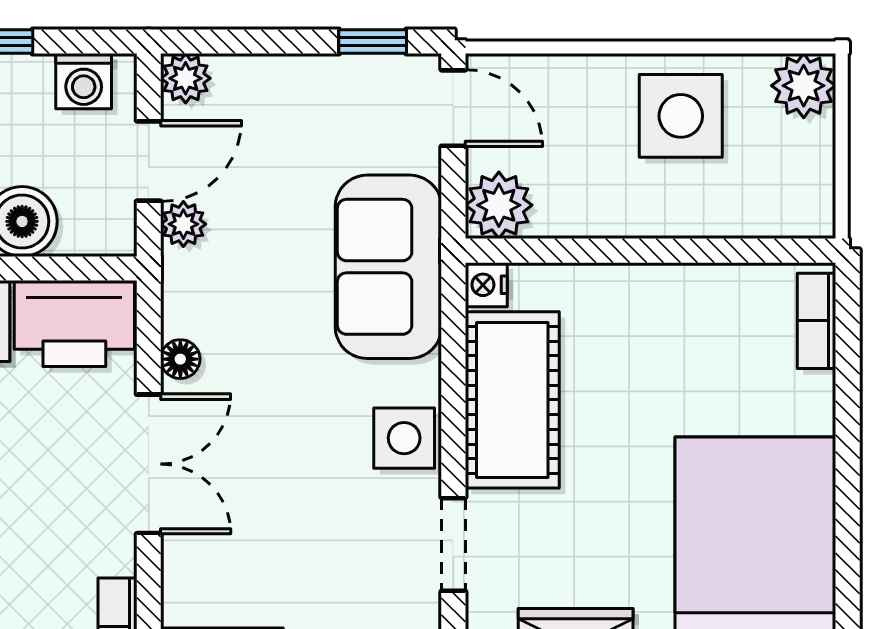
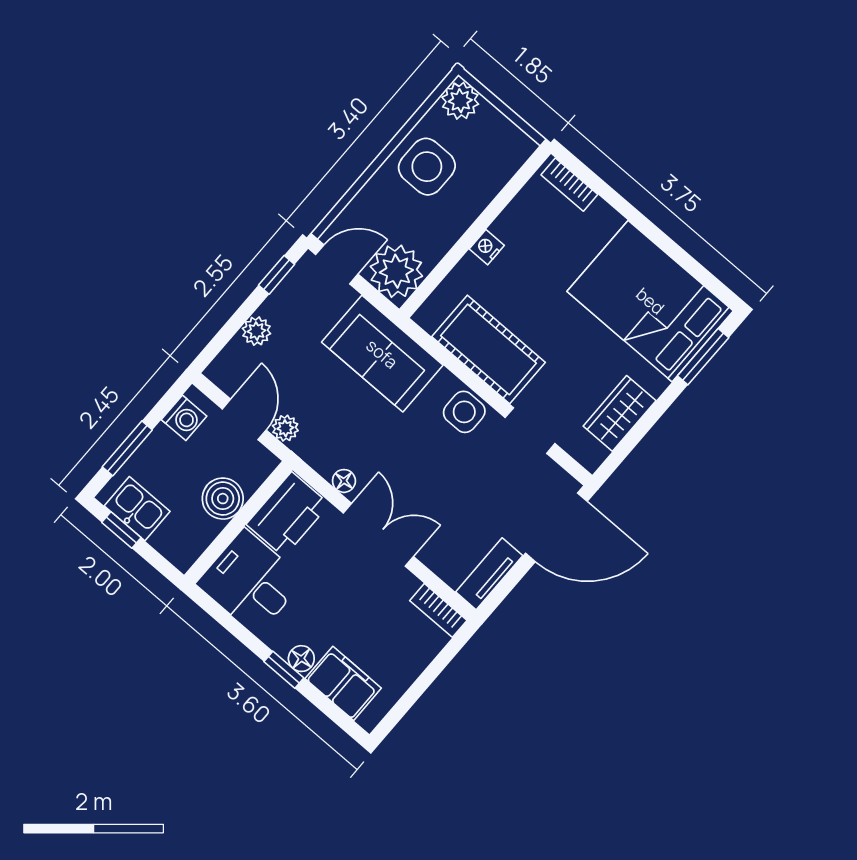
plant: (186, 78) -> (256, 331), moved
plant: (499, 205) -> (396, 271), width x1.36, depth x1.36
nightstand: (486, 285) -> (487, 247), moved, turned 90

